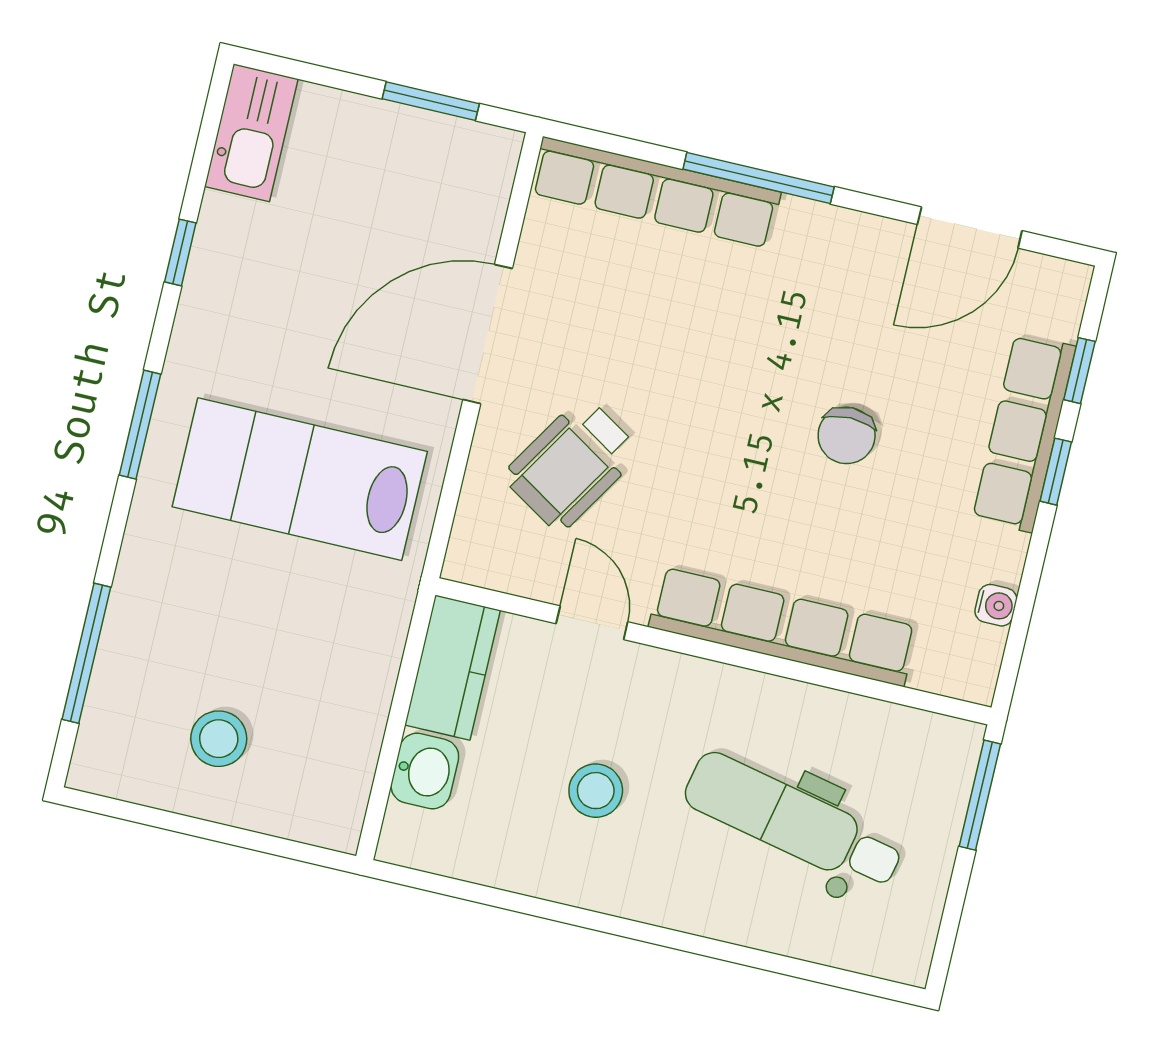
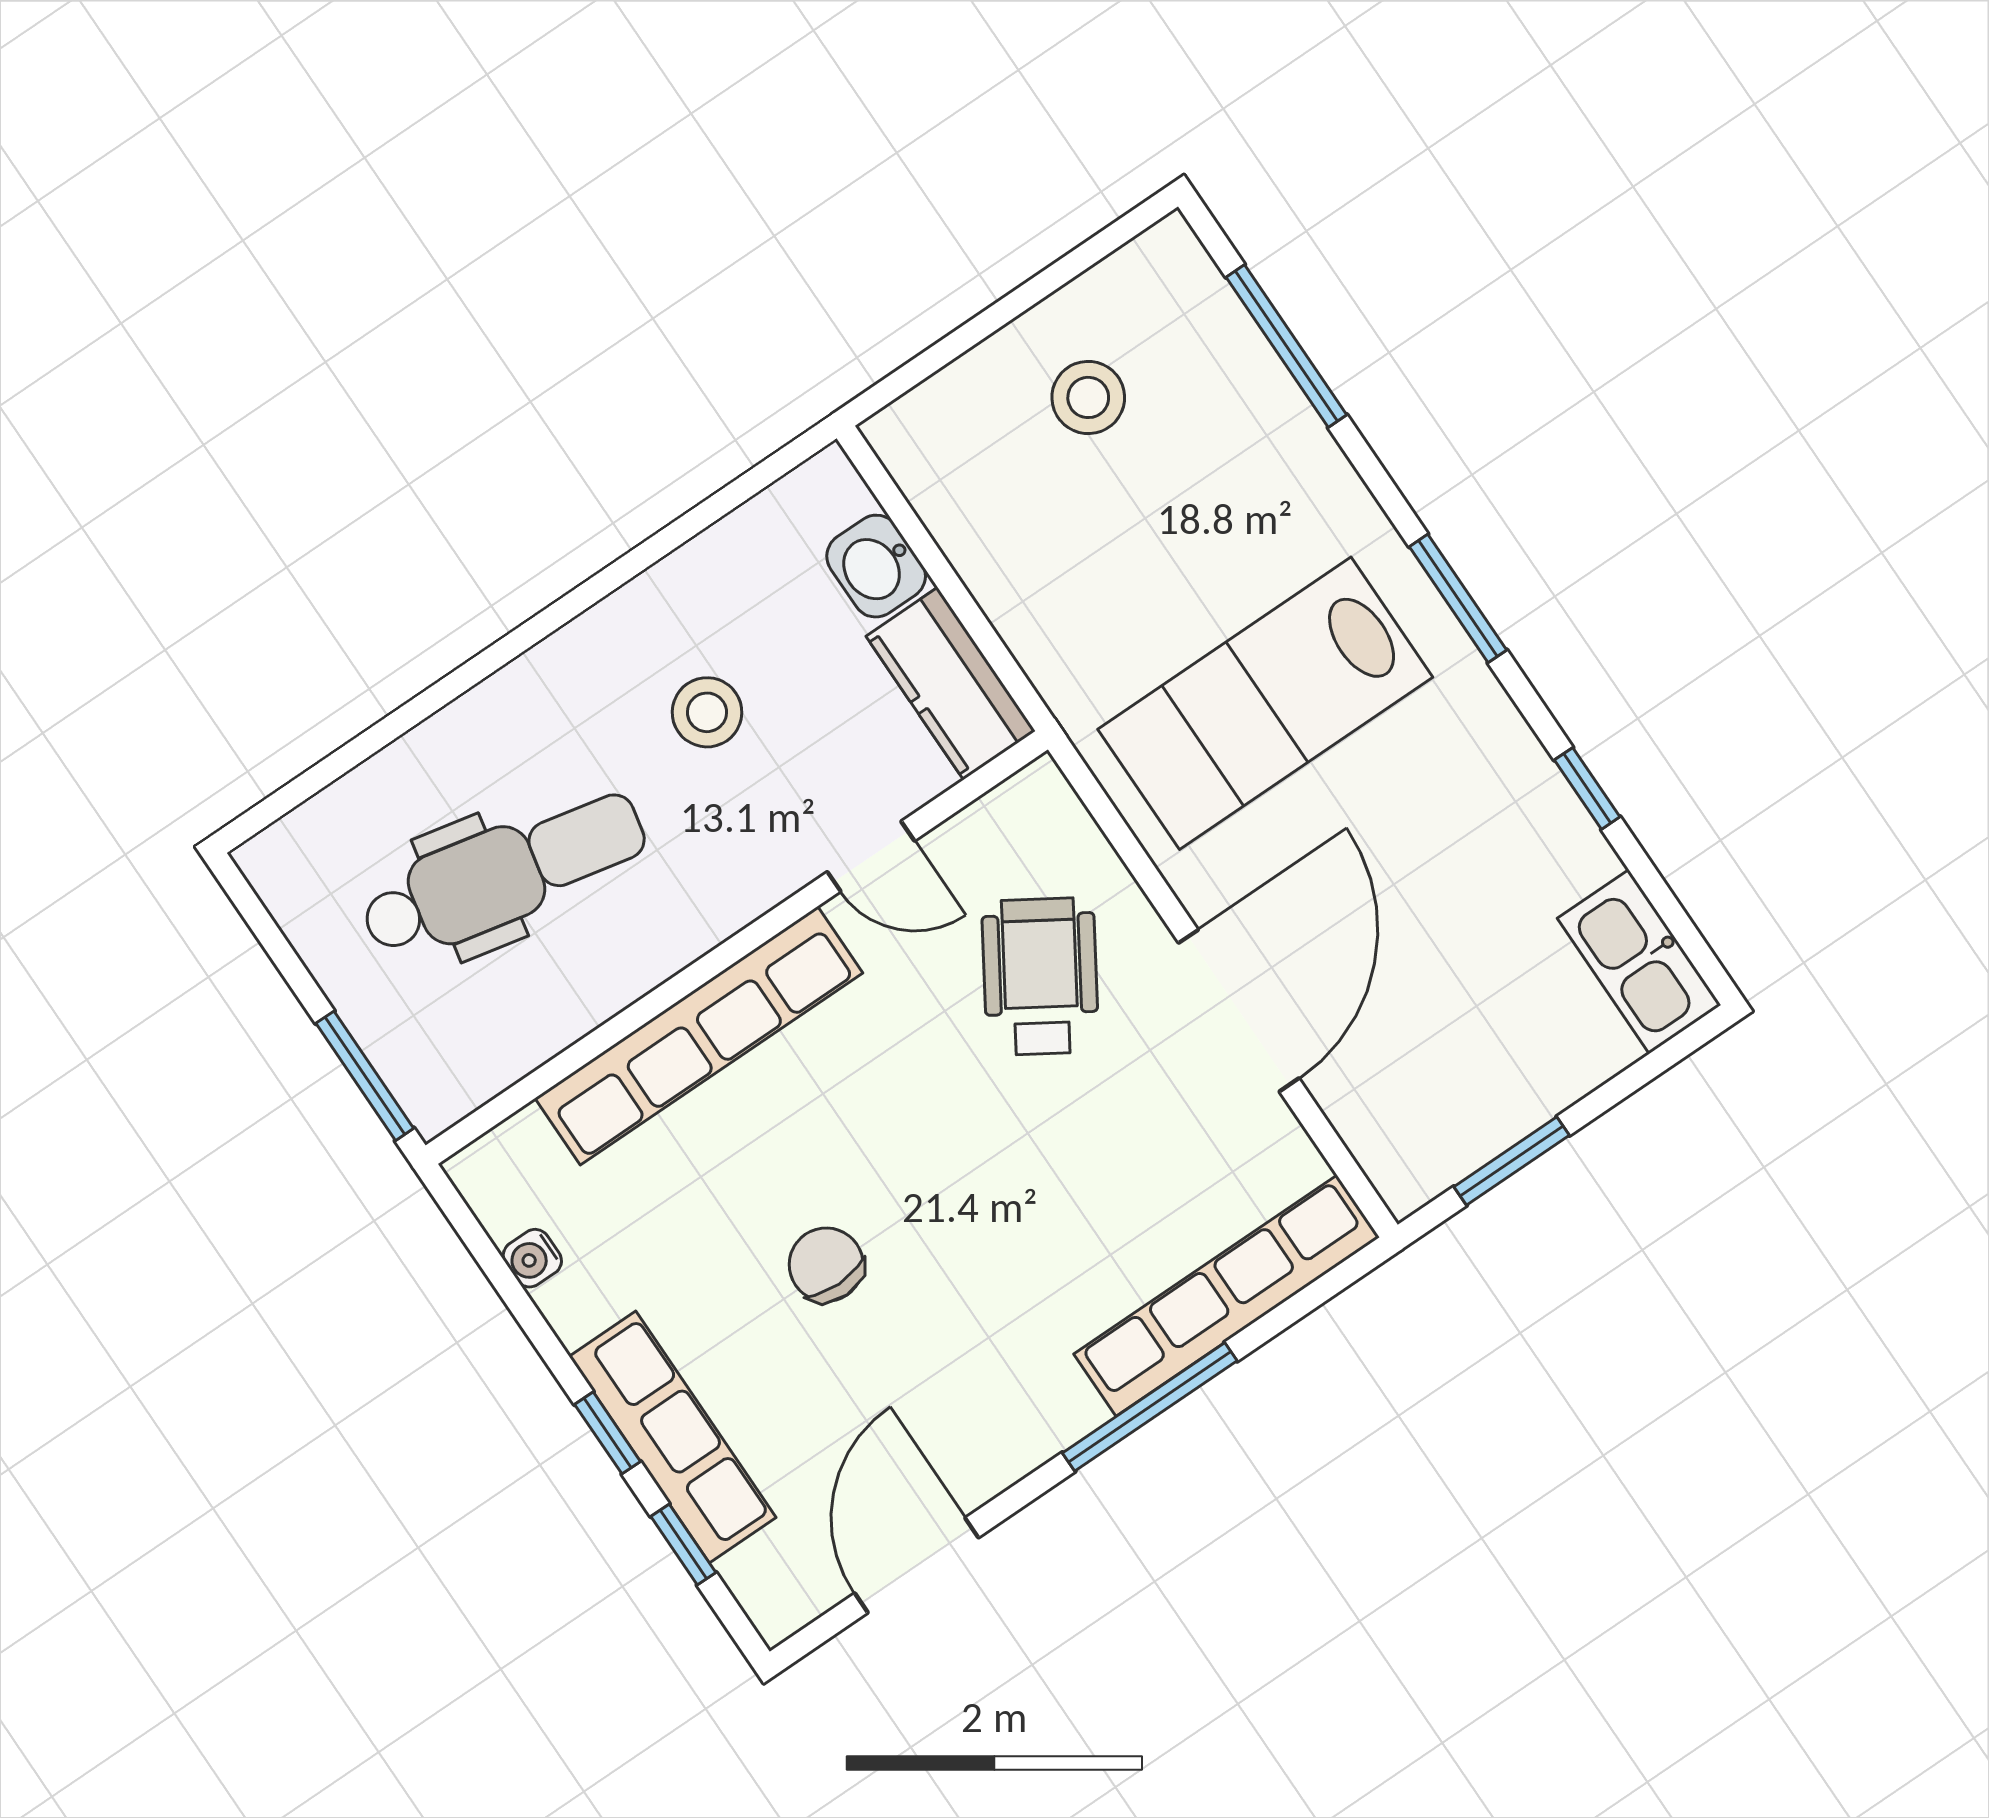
lab bench: (300, 479) -> (1265, 703), turned 180

